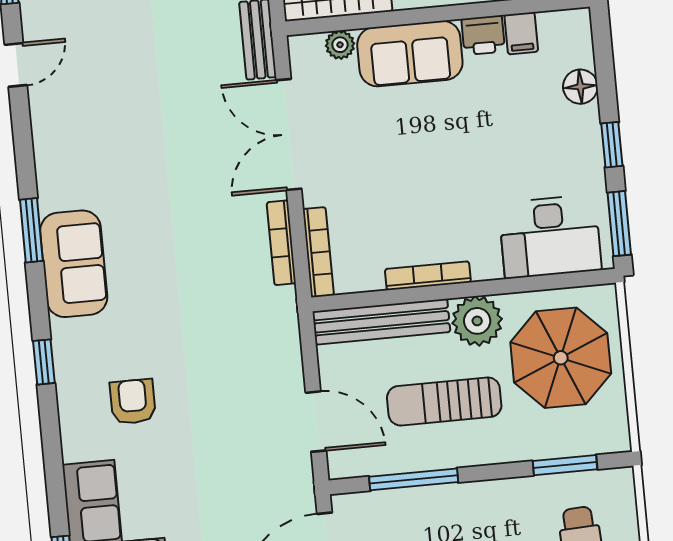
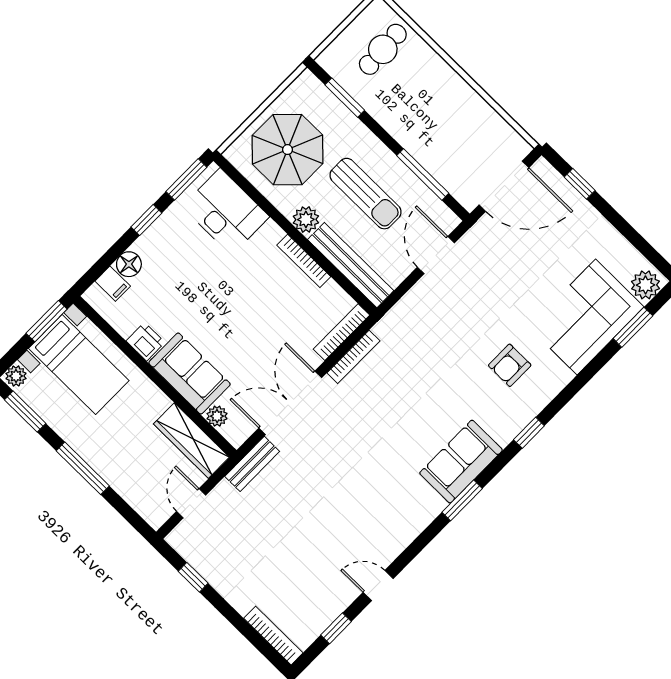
filing cabinet: (521, 33) -> (113, 284), moved, turned 90
double door: (289, 134) -> (290, 403), swing flipped
plant: (477, 321) -> (306, 220), width x0.73, depth x0.73

